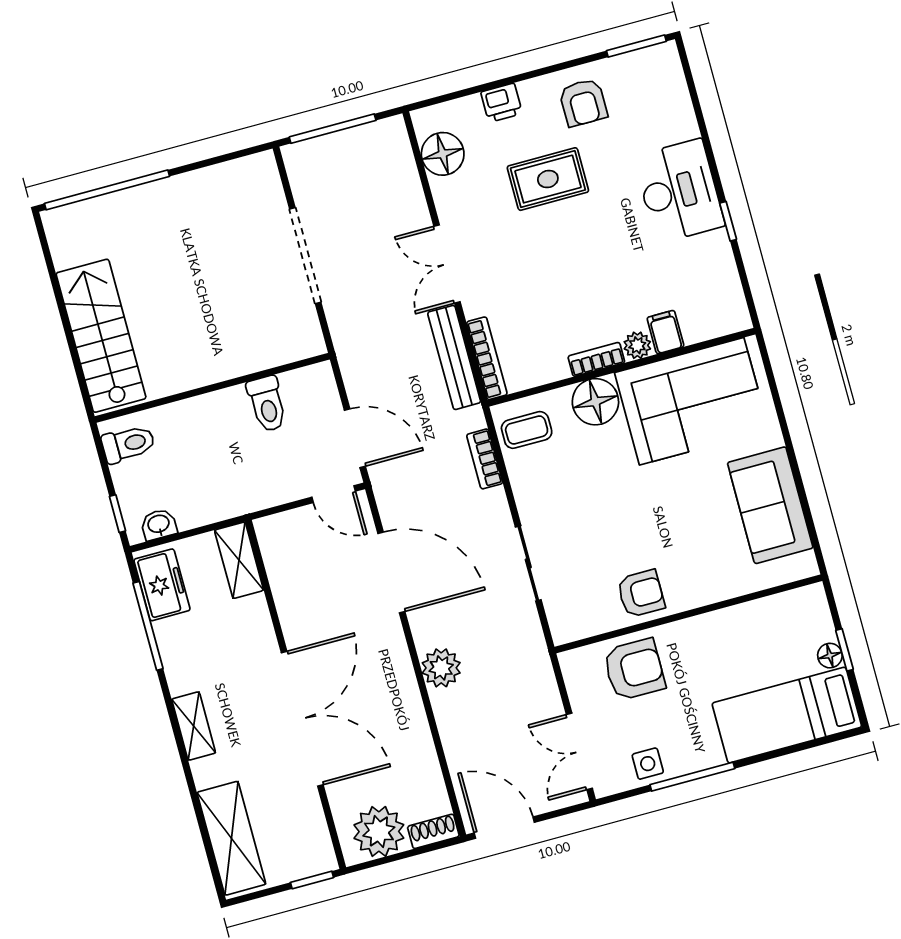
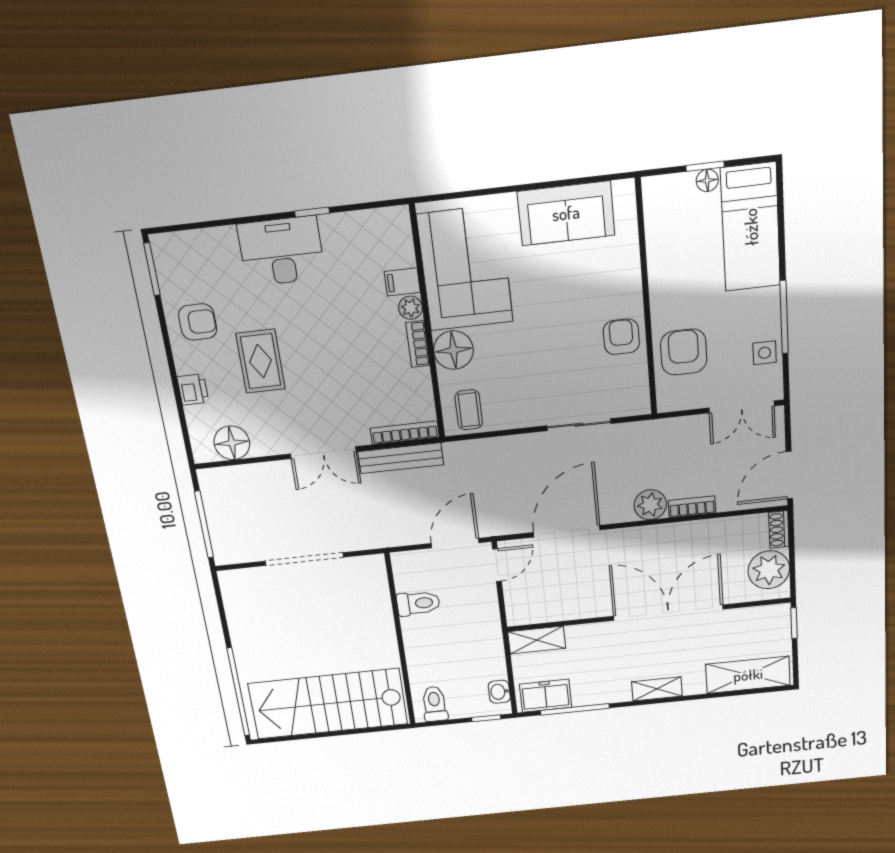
stairs: (101, 336) -> (328, 704), width x1.36, depth x1.51
bookcase: (485, 459) -> (692, 507), moved, turned 180

